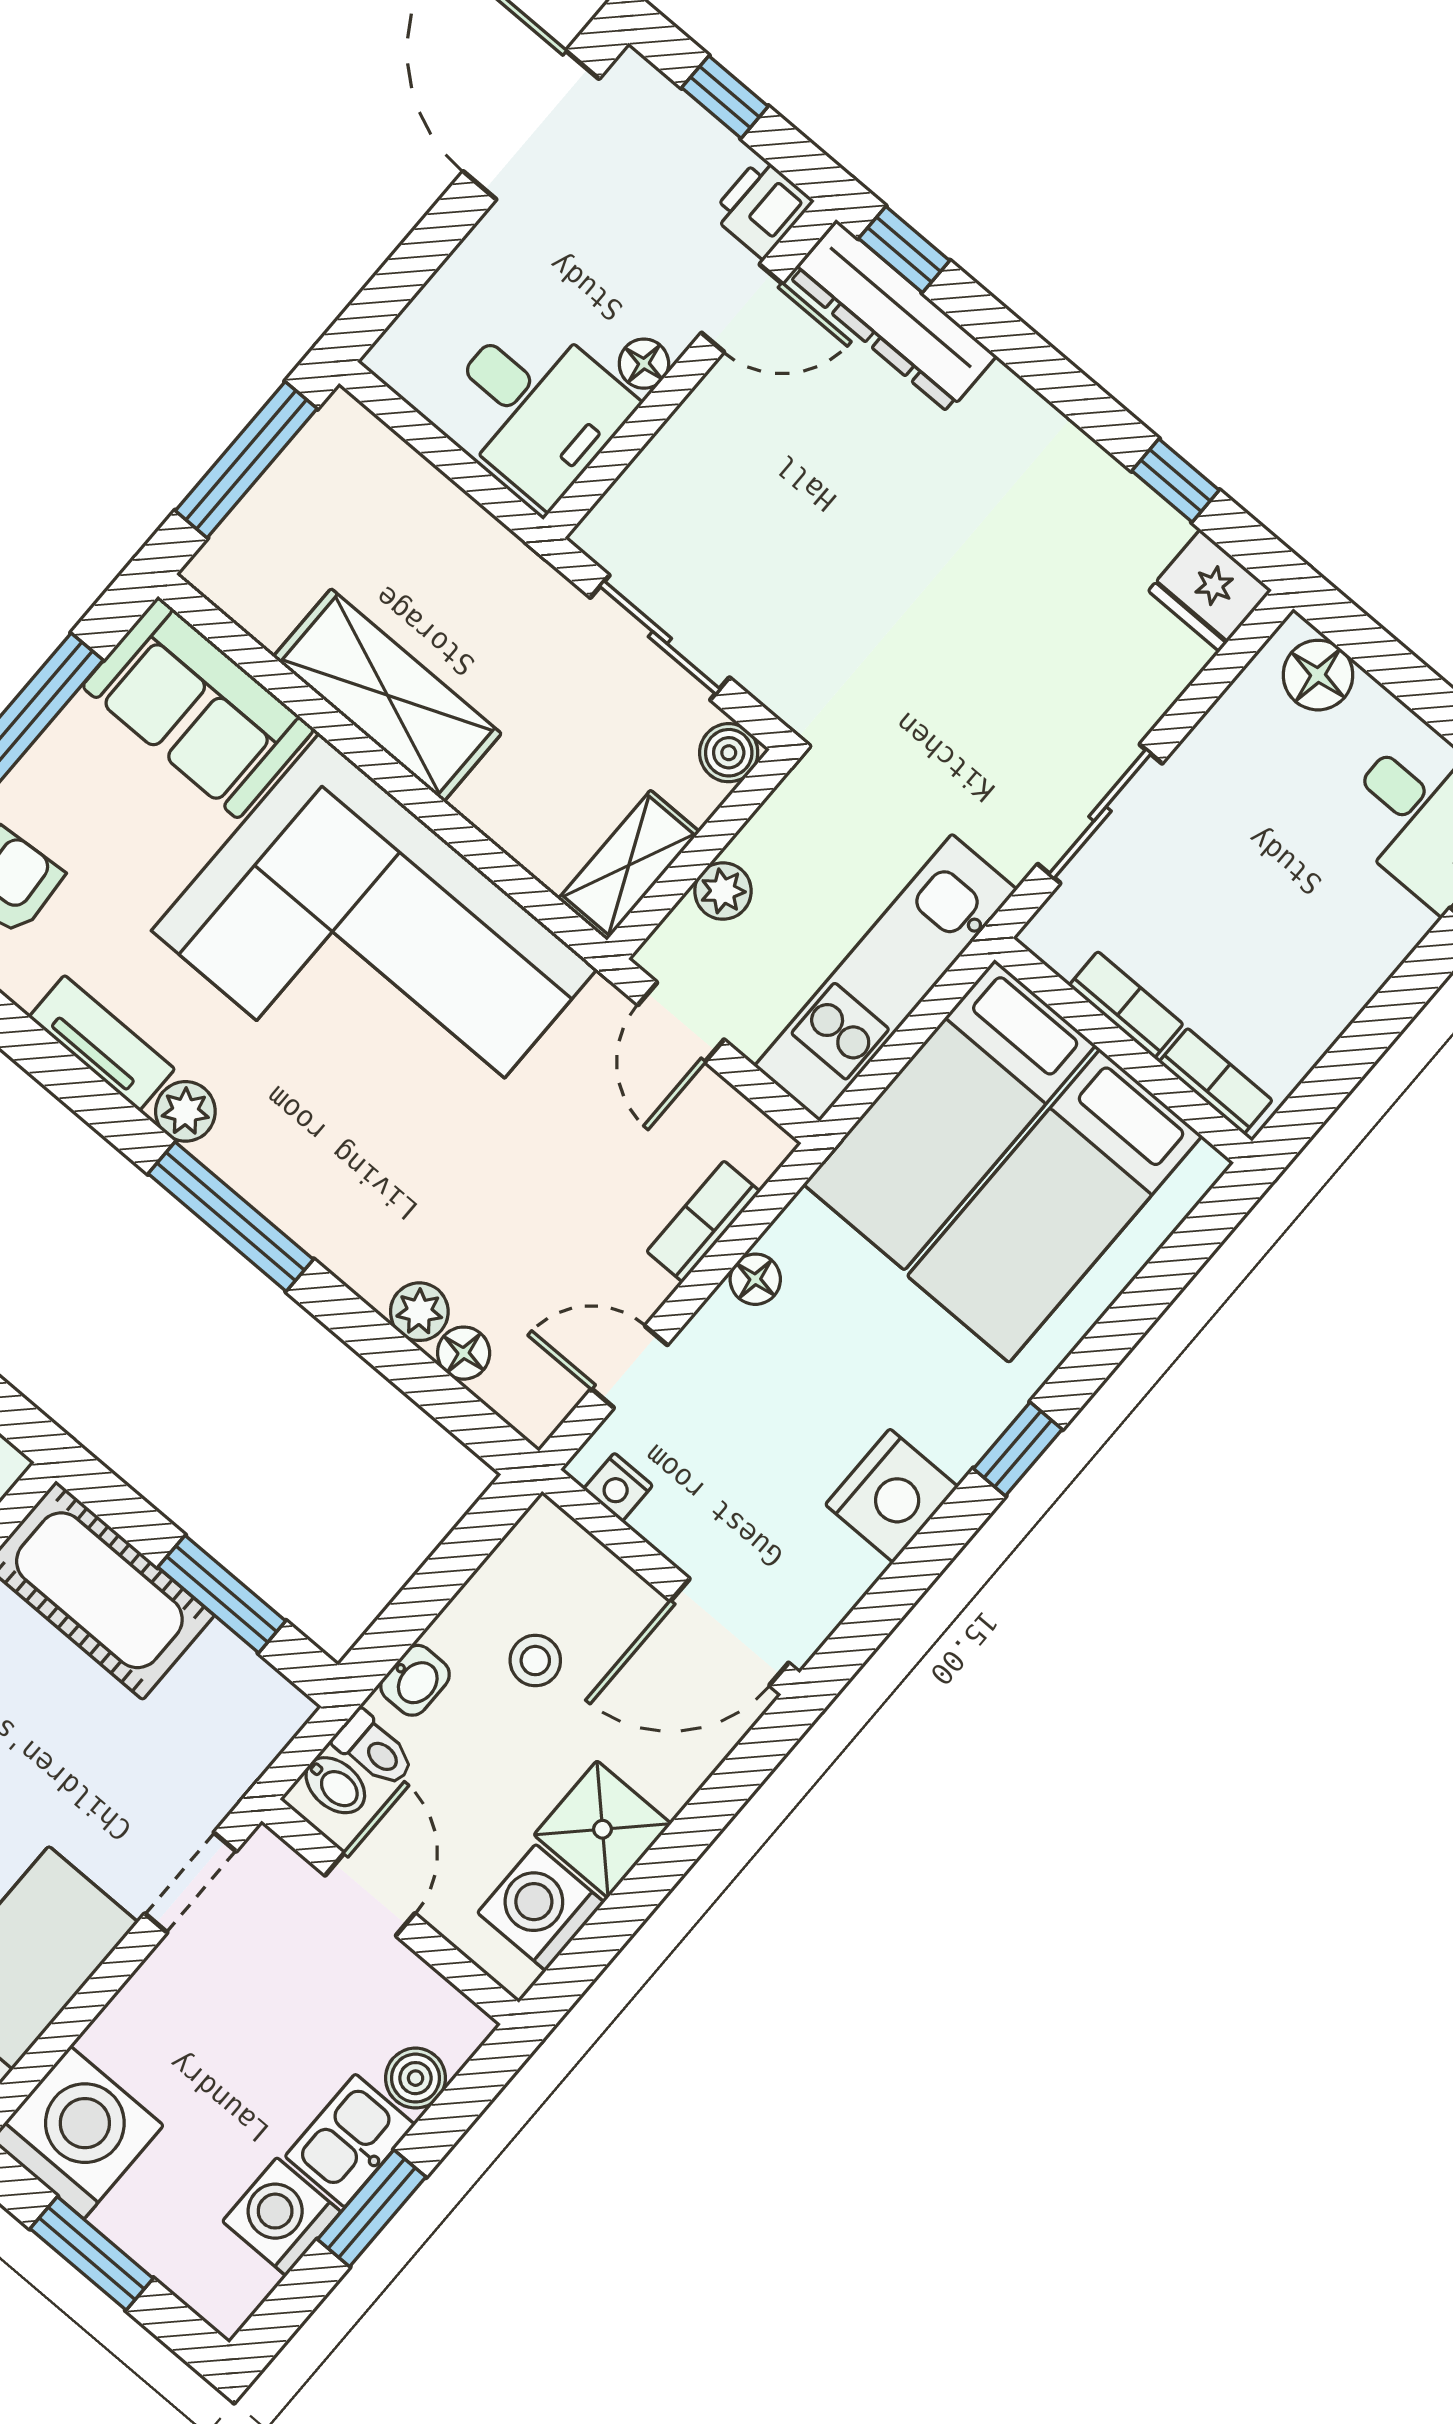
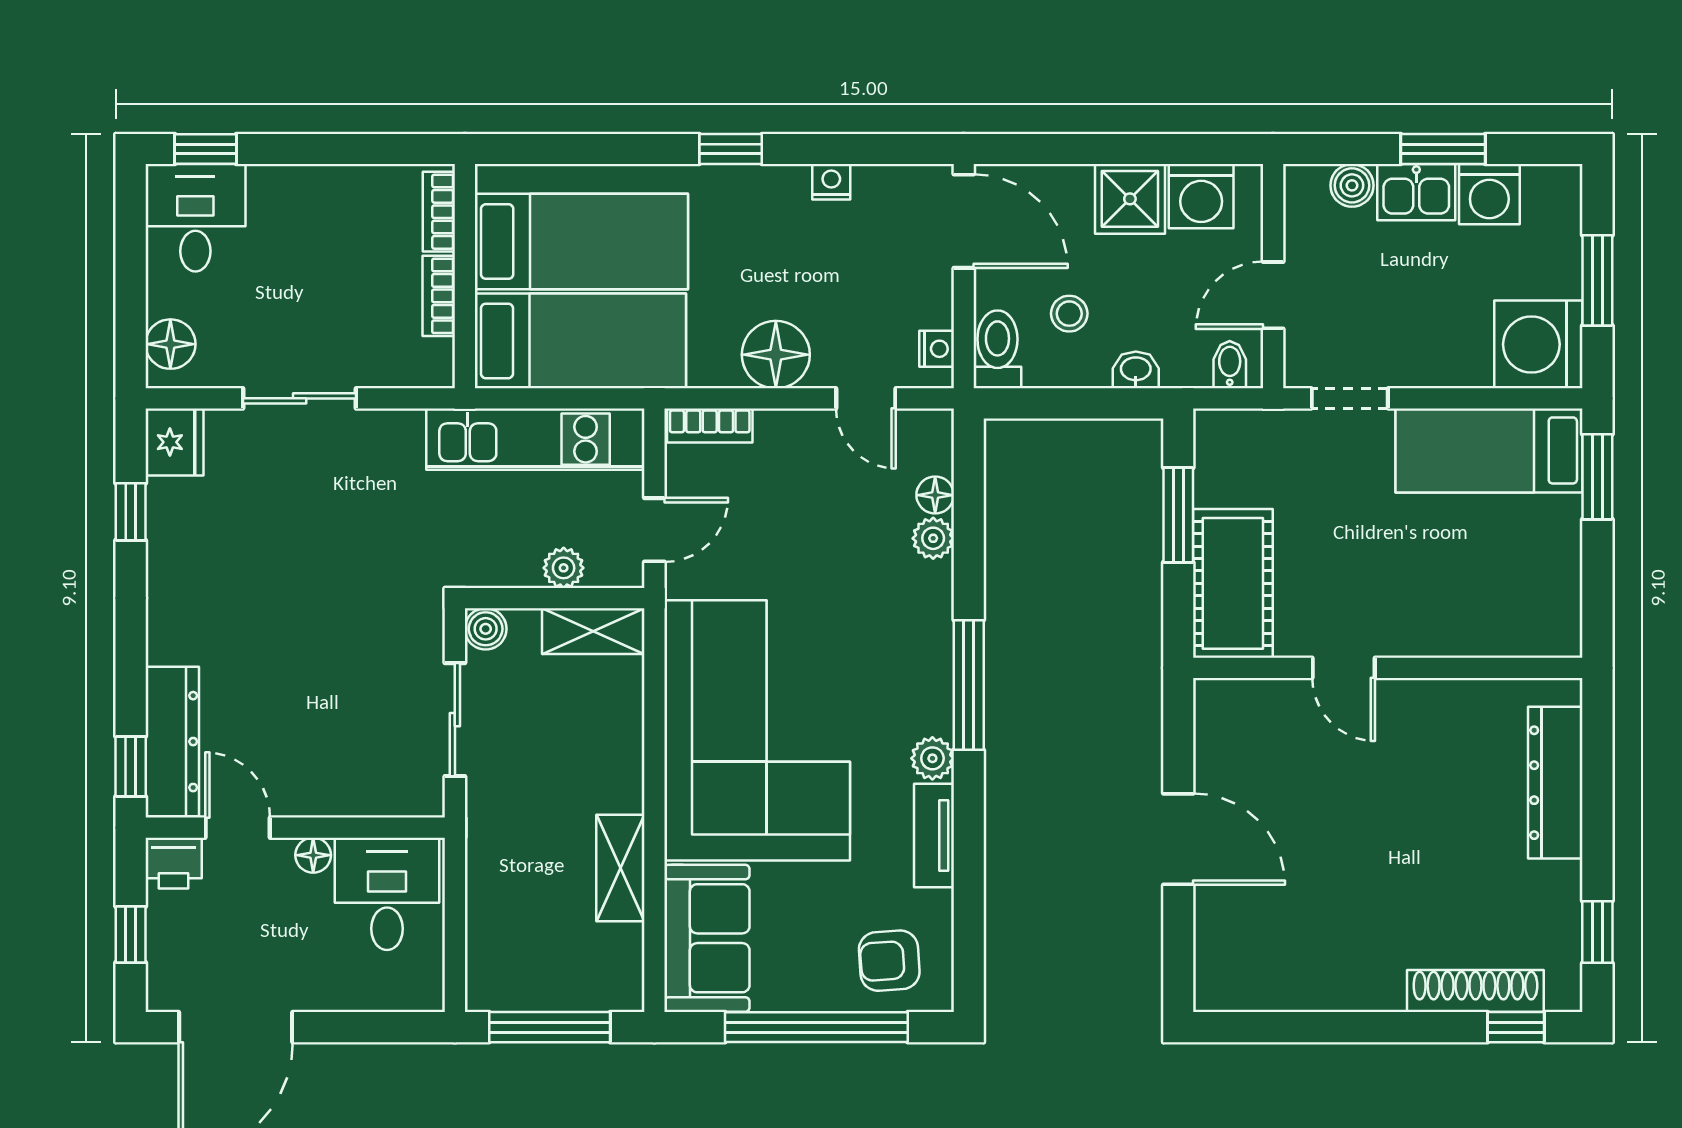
shelving: (387, 695) -> (620, 868), width x0.67, depth x0.75
sliding door: (1100, 814) -> (300, 398), moved
bookcase: (703, 1221) -> (710, 426), moved
floor lamp: (755, 1279) -> (776, 355), width x1.89, depth x1.89
nightstand: (892, 1496) -> (831, 182), width x0.53, depth x0.56
toilet: (374, 1749) -> (997, 349), moved, width x1.37, depth x1.39

